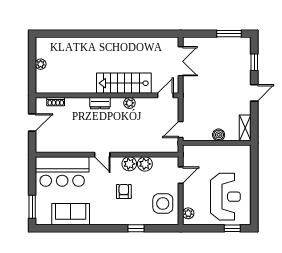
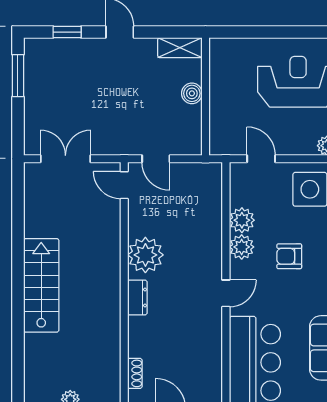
stairs: (124, 83) -> (41, 285), moved, turned 180
plant: (129, 103) -> (145, 255), width x1.87, depth x1.87
door: (181, 129) -> (156, 159), moved

